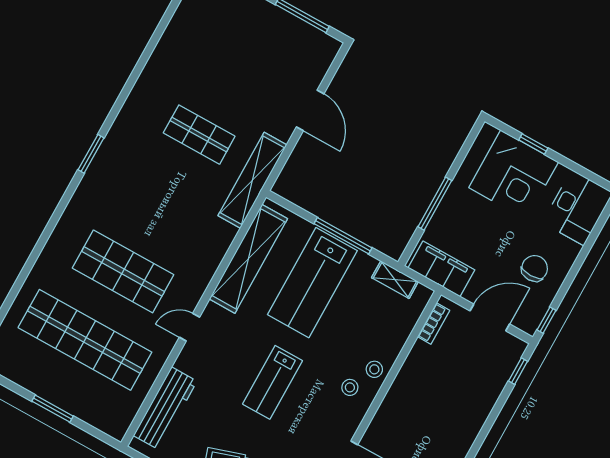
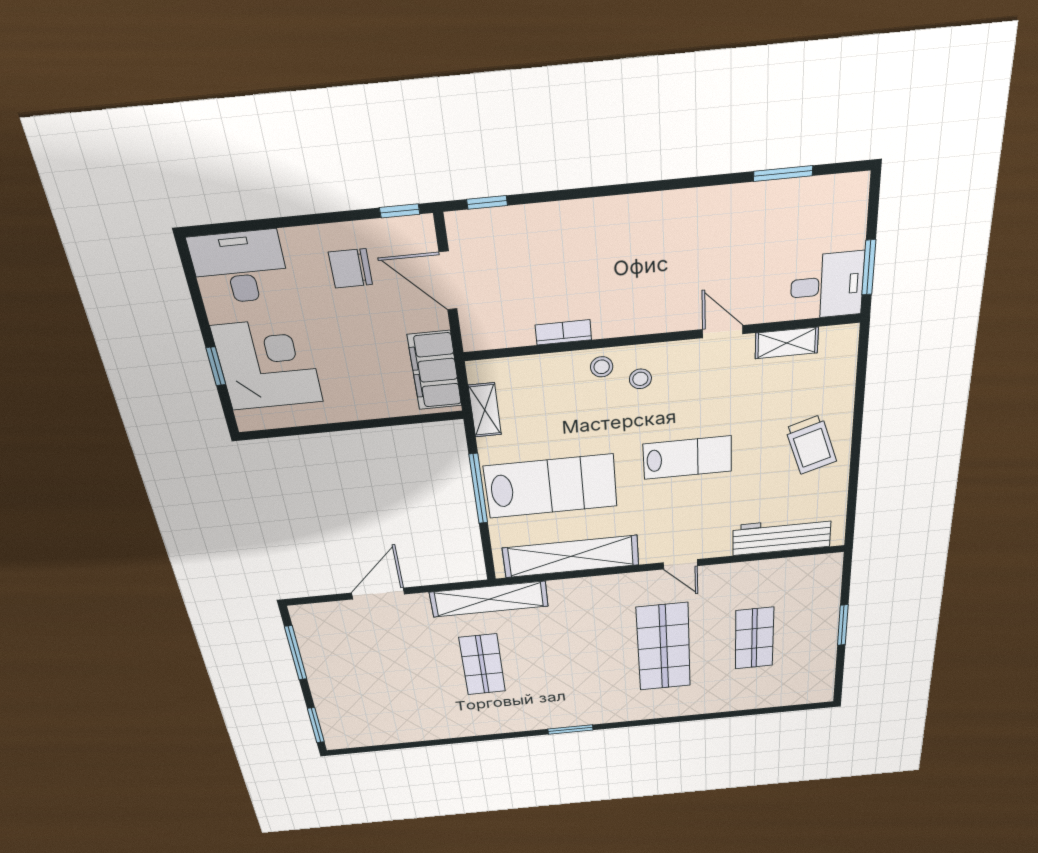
window: (435, 204) -> (370, 424), removed
bookcase: (434, 324) -> (563, 332), moved
shop shelf: (85, 340) -> (754, 638), width x0.50, depth x0.74

